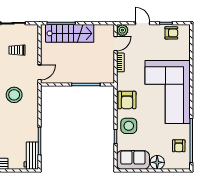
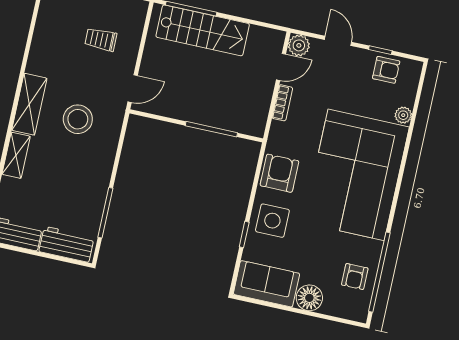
plant: (186, 55) -> (403, 115), added
armchair: (127, 100) -> (279, 173), turned 180
workbench: (31, 156) -> (67, 244), moved, turned 90

